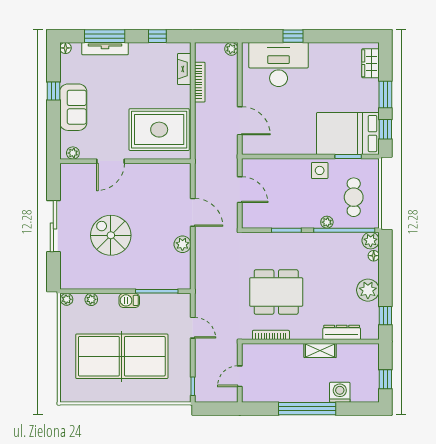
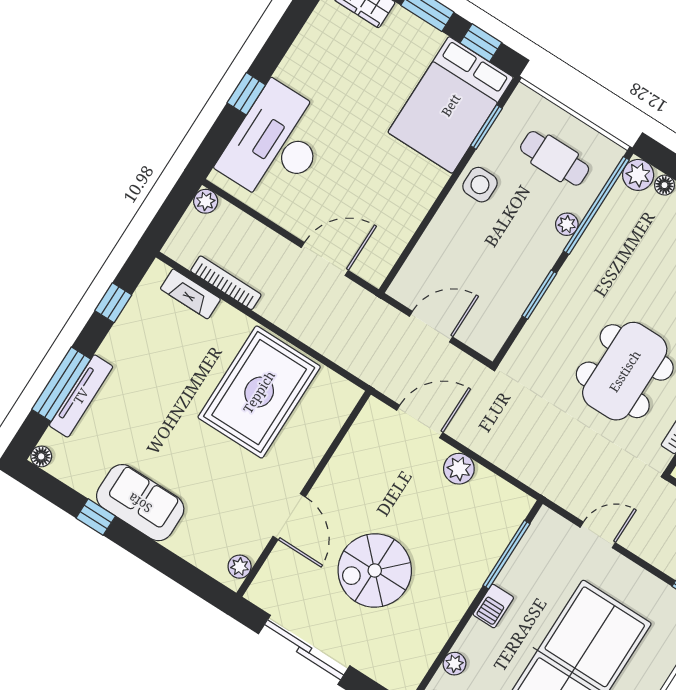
plant: (73, 153) -> (240, 567), moved
door: (110, 161) -> (289, 517), moved
wall: (125, 161) -> (304, 494), moved

